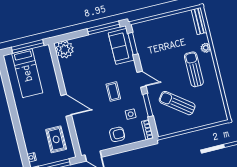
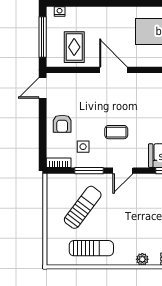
sun lounger: (194, 69) -> (91, 248), moved
door: (66, 105) -> (113, 70), swing flipped
rug: (56, 139) -> (74, 47), turned 90

